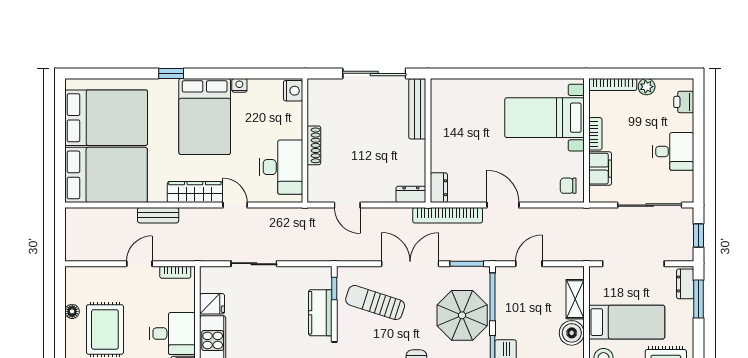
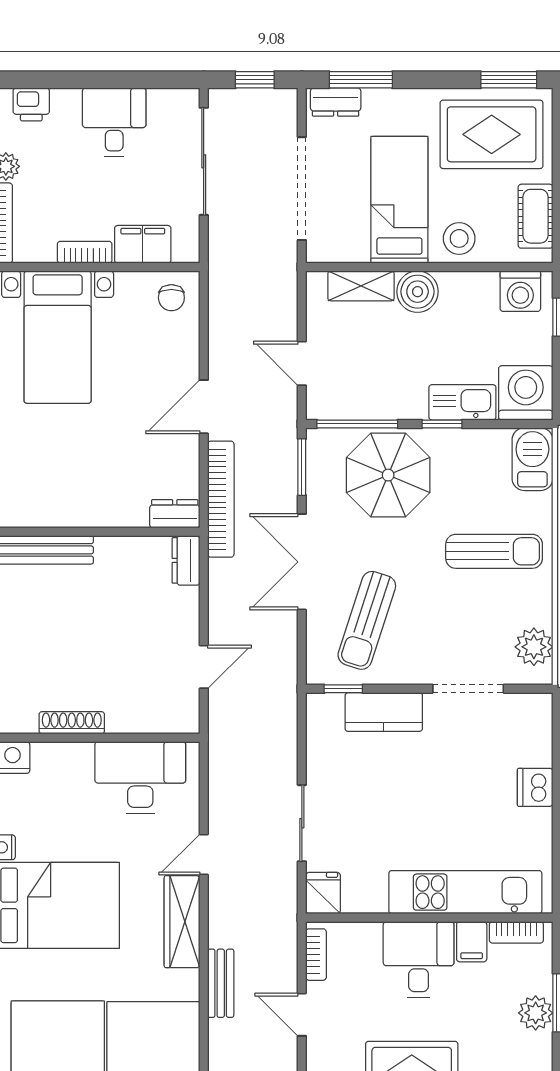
shoe rack: (314, 145) -> (72, 723), moved
fridge: (212, 304) -> (323, 893), moved

